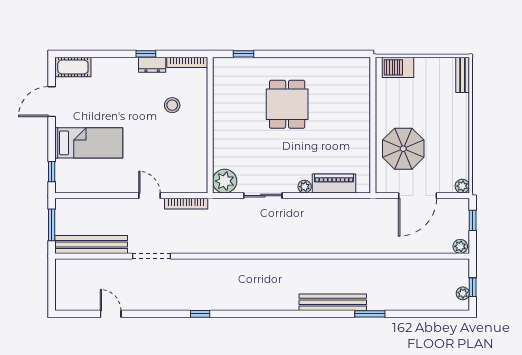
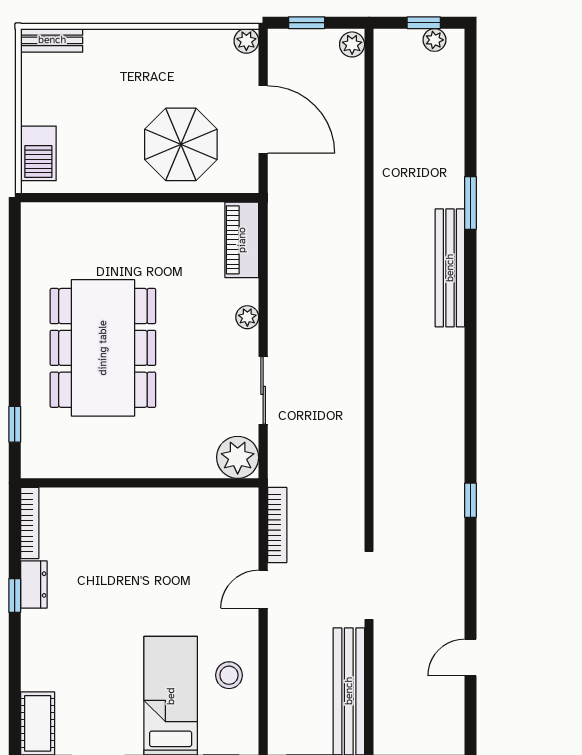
dining table: (287, 104) -> (103, 348), width x1.88, depth x1.24
stool: (172, 105) -> (229, 675), moved
piano: (334, 183) -> (242, 240), moved

